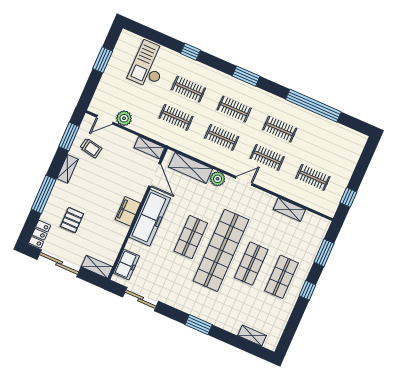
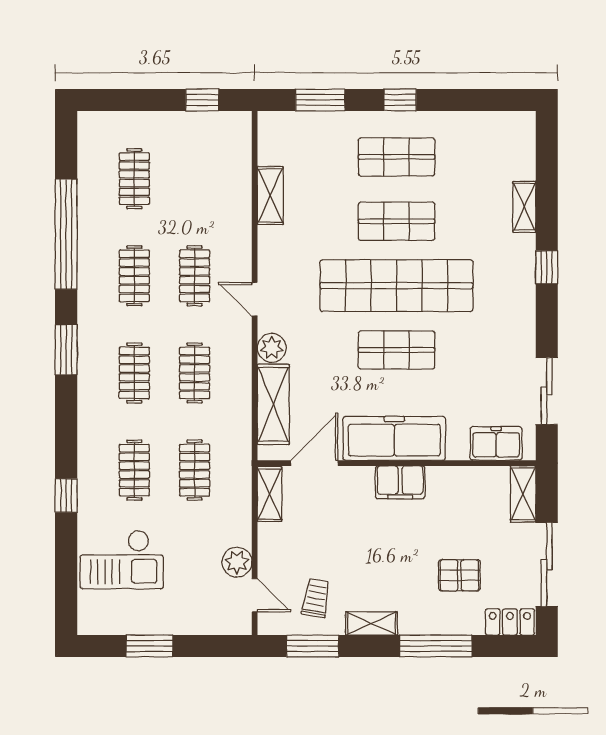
window: (246, 76) -> (66, 349), moved
clothes rail: (313, 177) -> (134, 179), moved
window: (199, 325) -> (547, 267), width x0.67
shelving: (252, 336) -> (524, 207), moved

